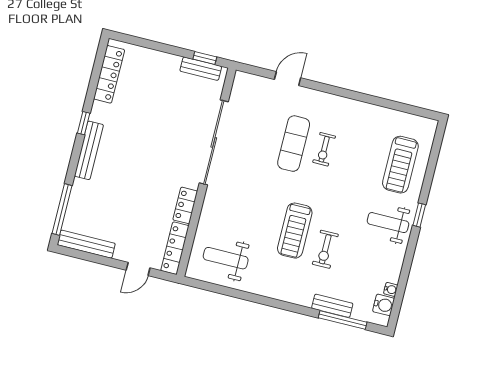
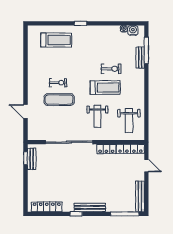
weight bench: (388, 223) -> (97, 116), moved

